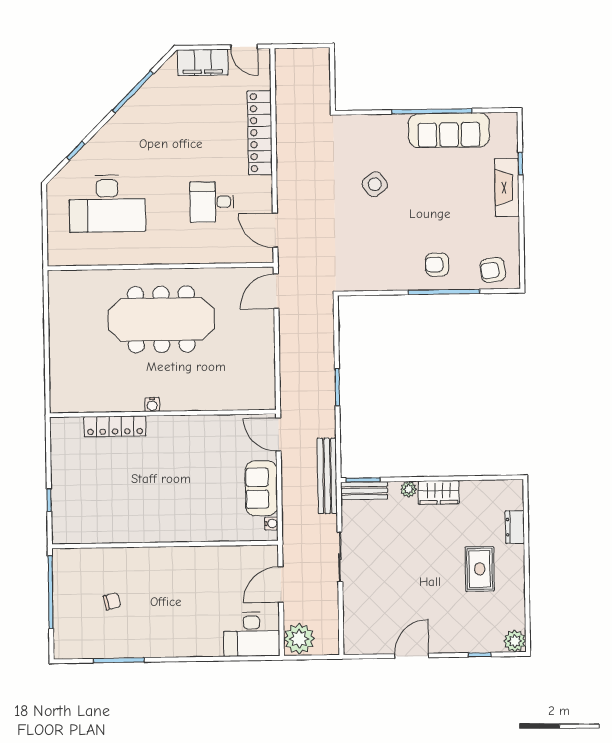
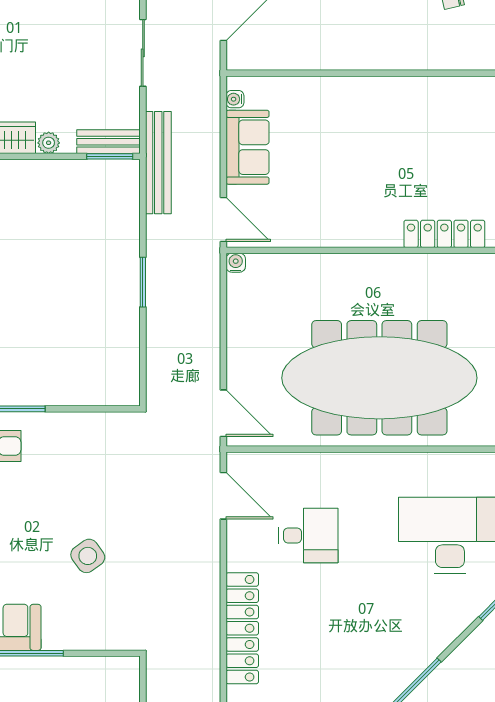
door: (276, 291) -> (223, 413), hinge flipped
meeting table: (161, 319) -> (379, 378), width x1.36, depth x1.27
water cooler: (152, 405) -> (236, 263), moved

